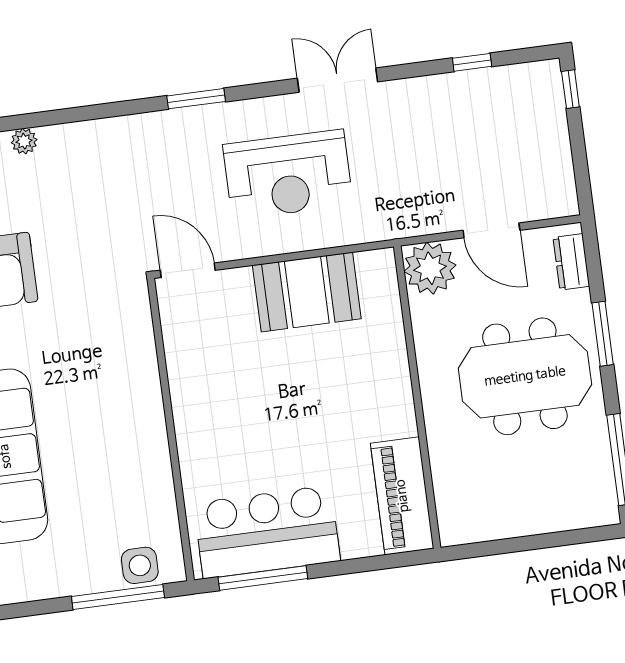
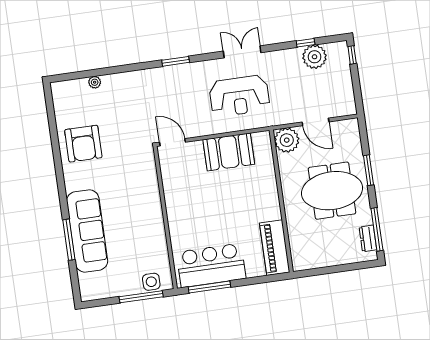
plant: (491, 92) -> (315, 57), added
reception desk: (288, 175) -> (239, 96), moved
dresser: (571, 262) -> (368, 238), moved

